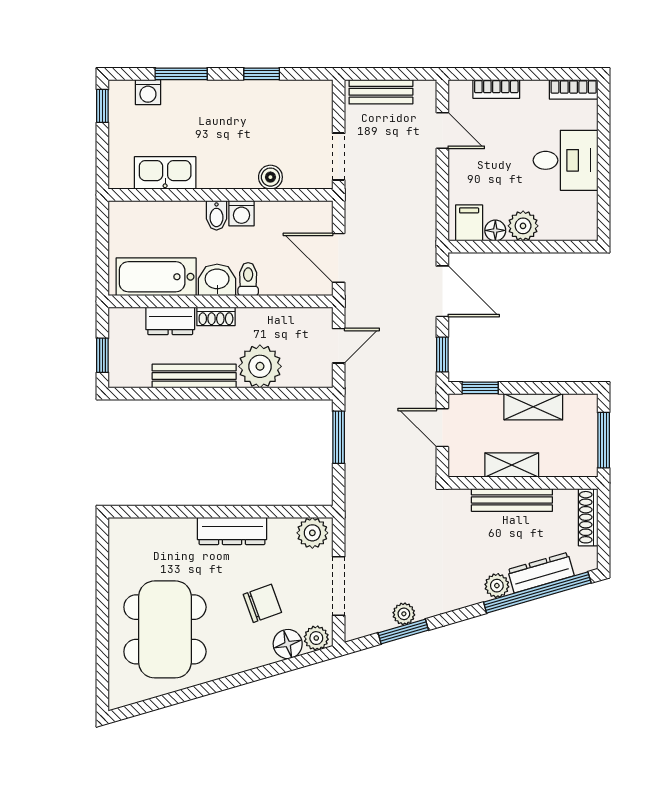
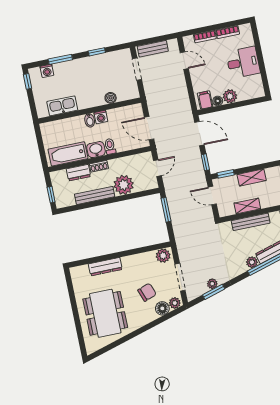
bookcase: (574, 89) -> (228, 32), moved
doorway: (339, 157) -> (137, 69), moved
dresser: (232, 531) -> (105, 267), moved

